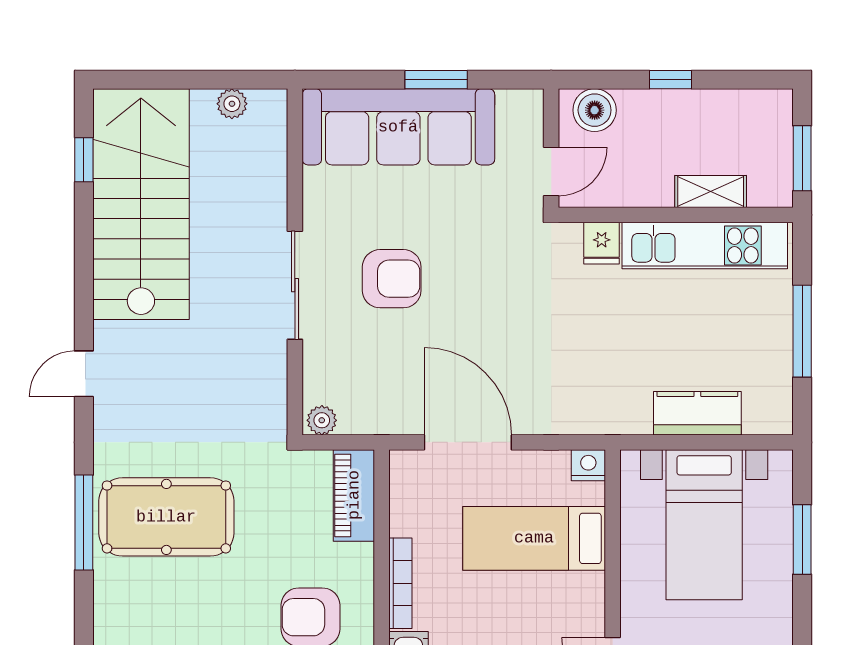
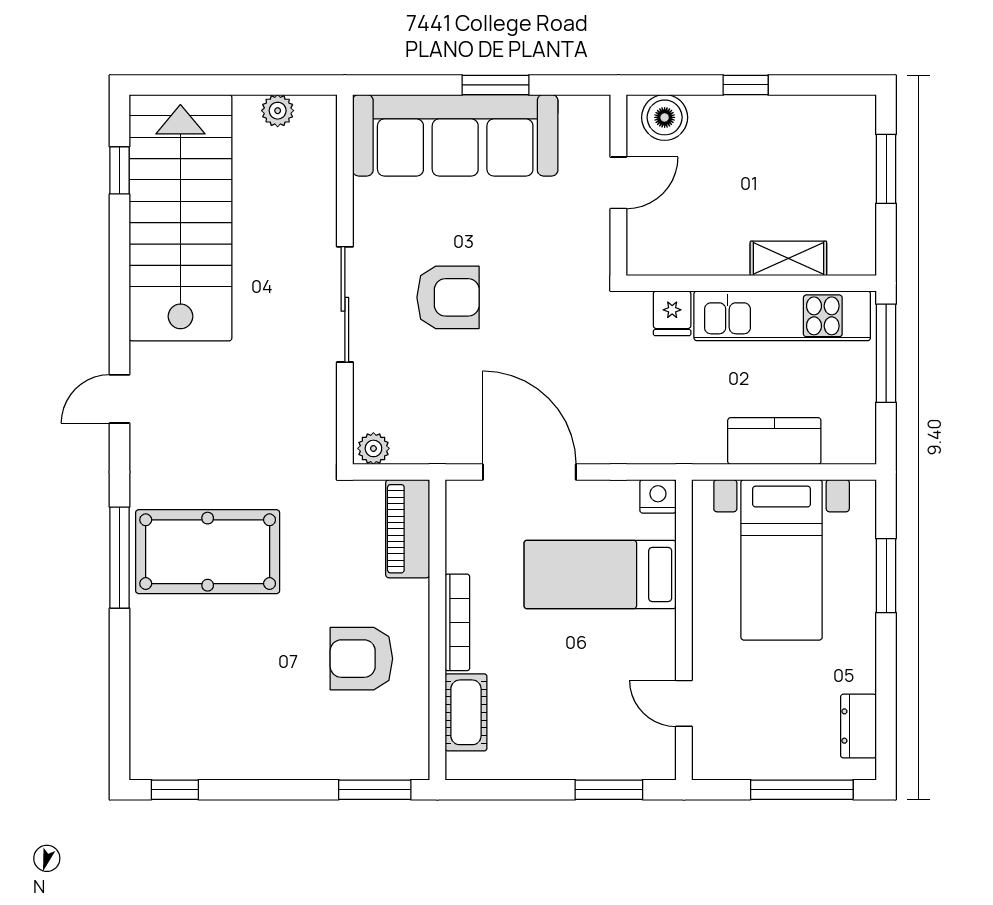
shelving: (711, 192) -> (788, 258), moved
wall: (676, 215) -> (751, 283), moved
fridge: (602, 243) -> (672, 313), moved
kitchen unit: (705, 245) -> (782, 316), moved

